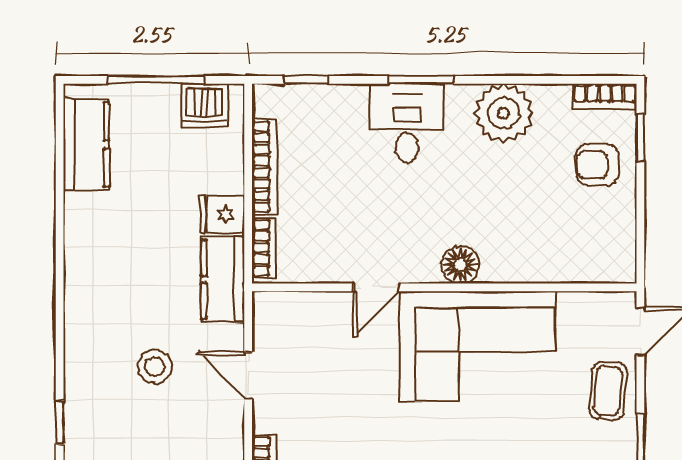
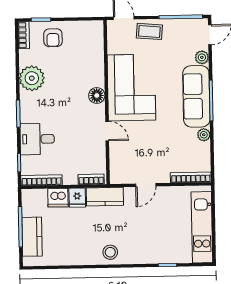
dishwasher: (205, 105) -> (58, 198), moved, turned 90
desk: (407, 123) -> (37, 139), moved
kitchen counter: (86, 144) -> (32, 237), moved, turned 90
bookcase: (264, 167) -> (42, 180), moved
stool: (155, 366) -> (110, 252), moved

